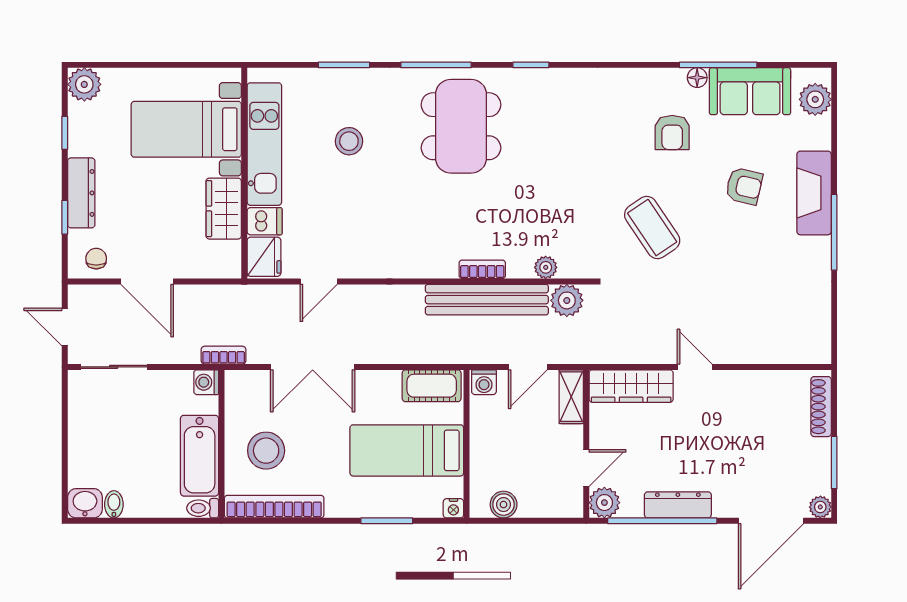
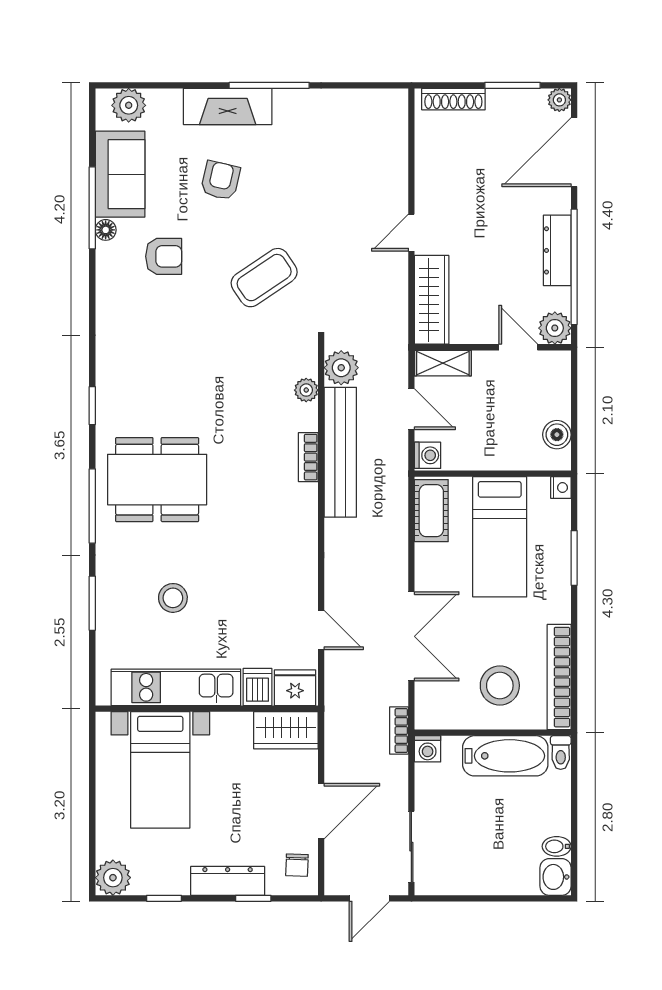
wardrobe: (224, 209) -> (286, 730), moved
chair: (96, 259) -> (297, 865), turned -88
door: (771, 521) -> (574, 152), swing flipped

